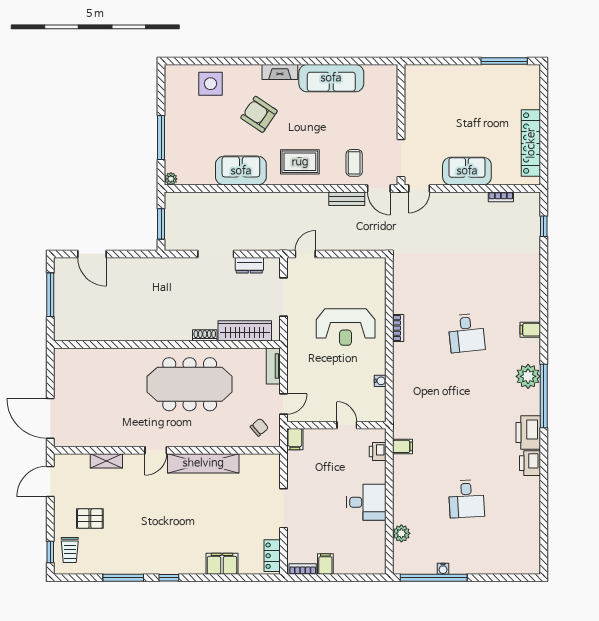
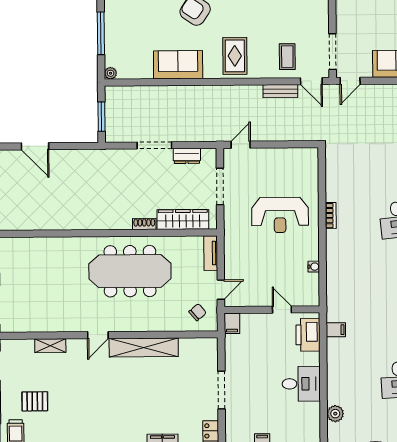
rug: (300, 162) -> (235, 56), turned 90
printer: (378, 451) -> (308, 335), width x1.87, depth x1.48

